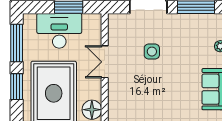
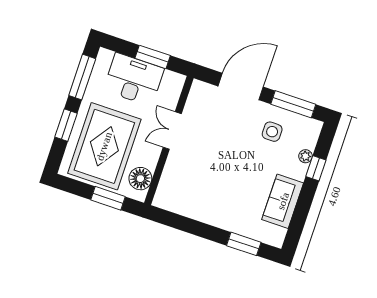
side table: (152, 52) -> (272, 132), moved

